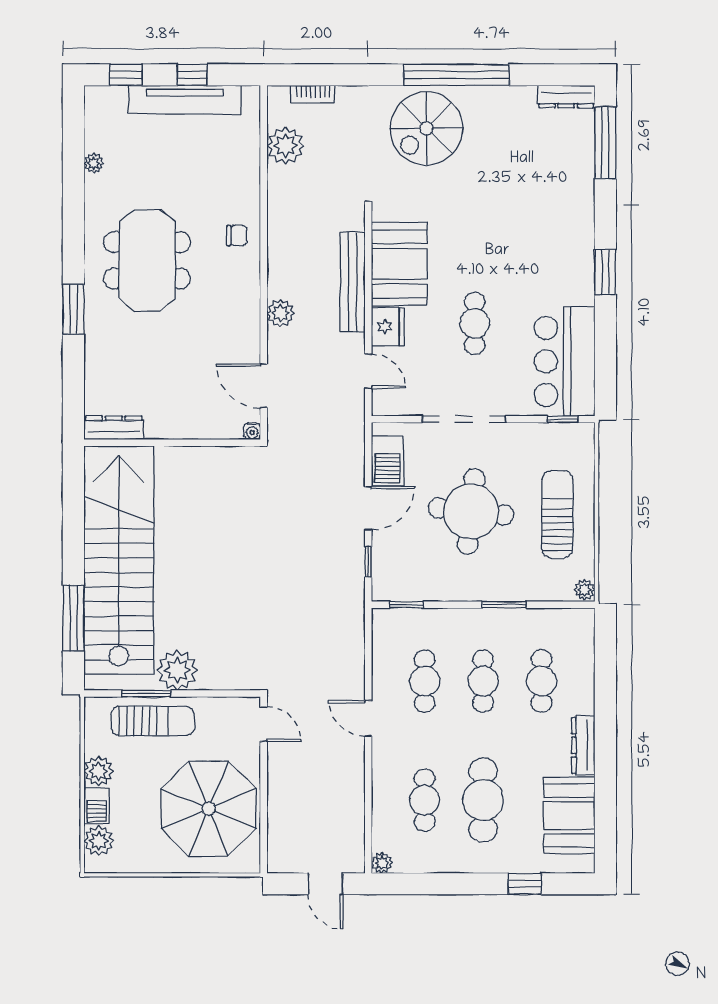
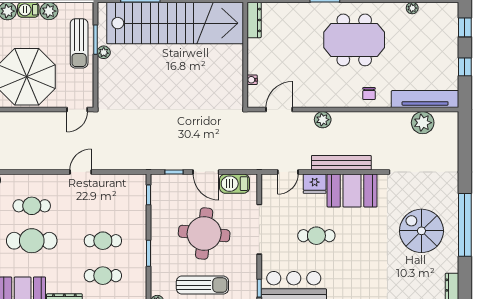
bookcase: (313, 94) -> (453, 139), removed
tv unit: (185, 100) -> (425, 99), moved, turned 90
spiral stairs: (426, 128) -> (421, 231), moved
water cooler: (252, 431) -> (252, 80), moved
plant: (177, 670) -> (104, 52), width x0.53, depth x0.53
cafe table: (425, 681) -> (103, 206), removed

